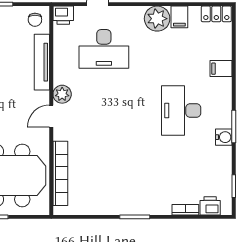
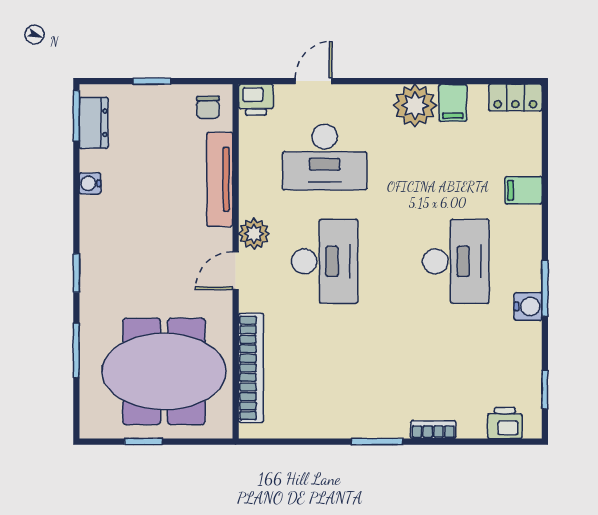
desk: (104, 110) -> (325, 261), added
desk: (181, 110) -> (456, 261), turned 180
bookcase: (185, 210) -> (433, 430), moved

